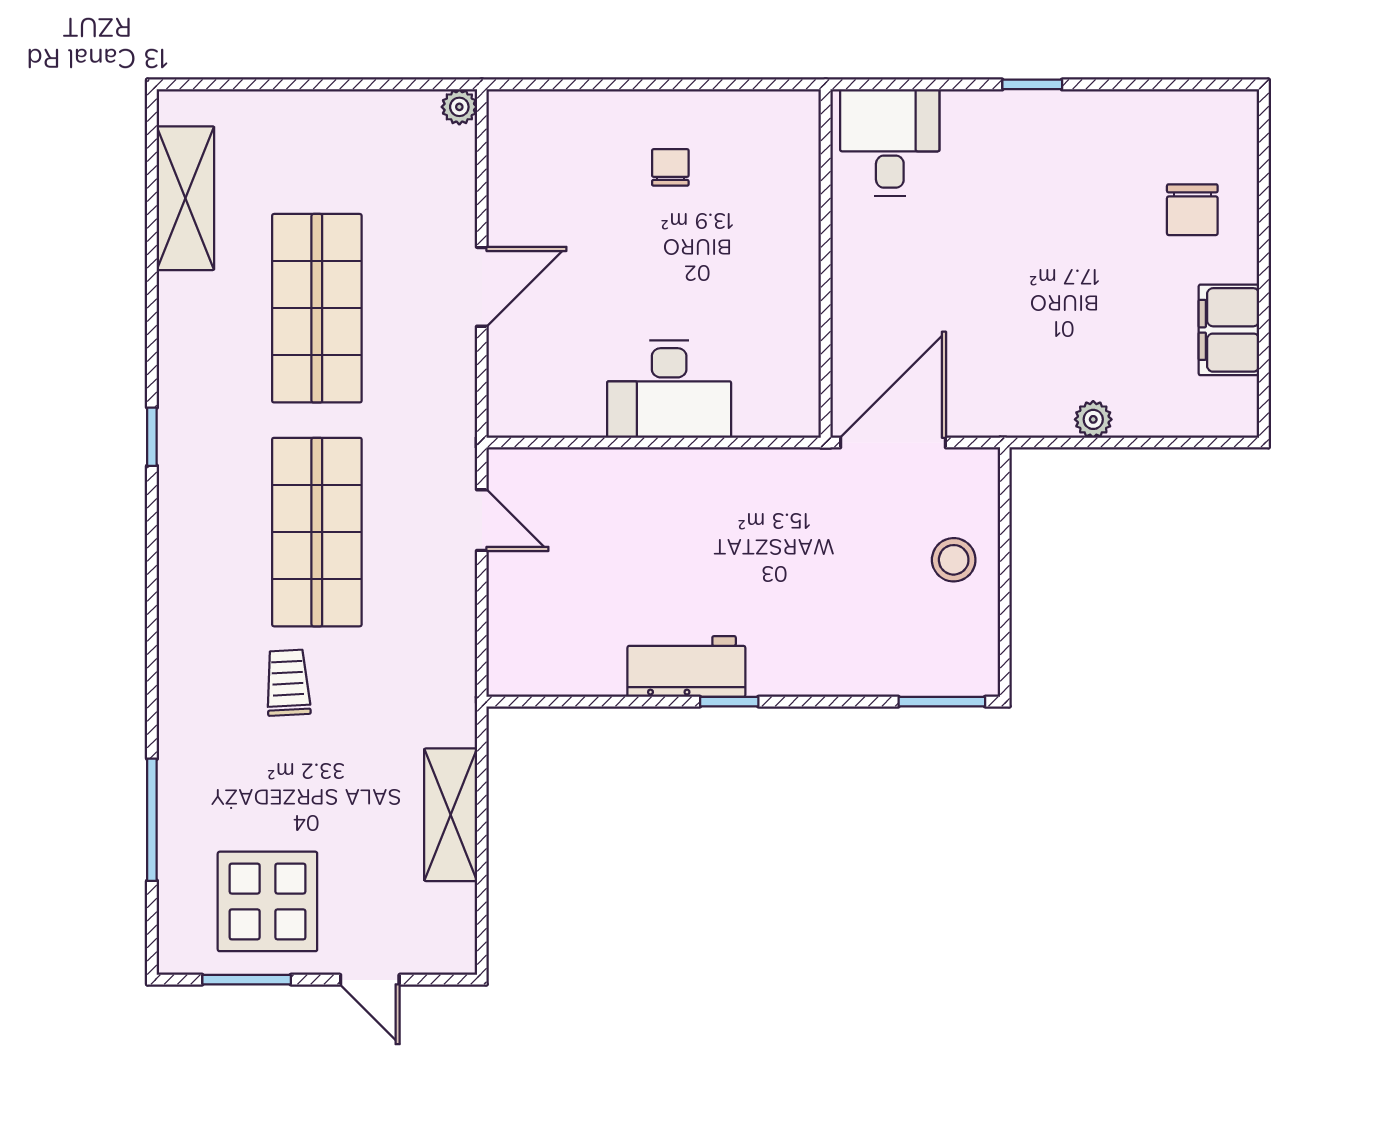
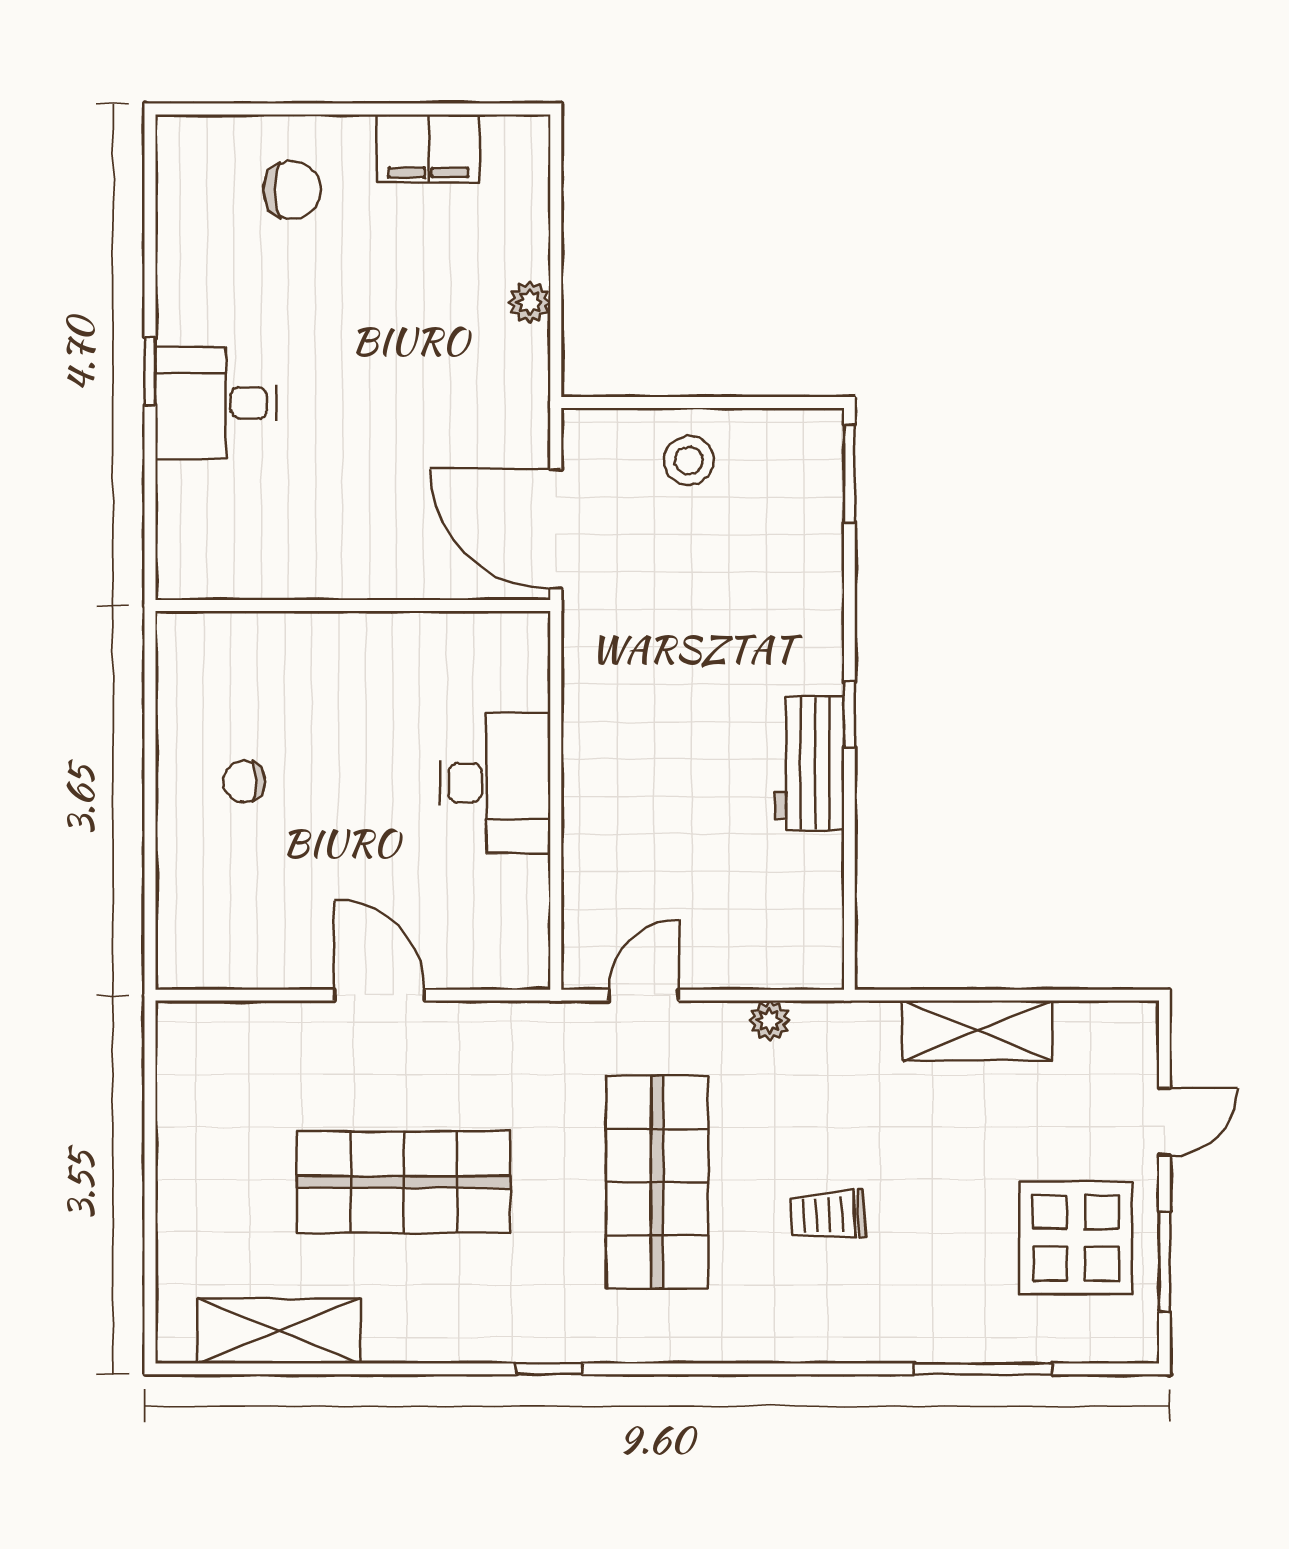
plant: (459, 107) -> (769, 1021), moved
desk: (890, 143) -> (216, 403), moved
shop shelf: (317, 532) -> (657, 1182), turned 90

